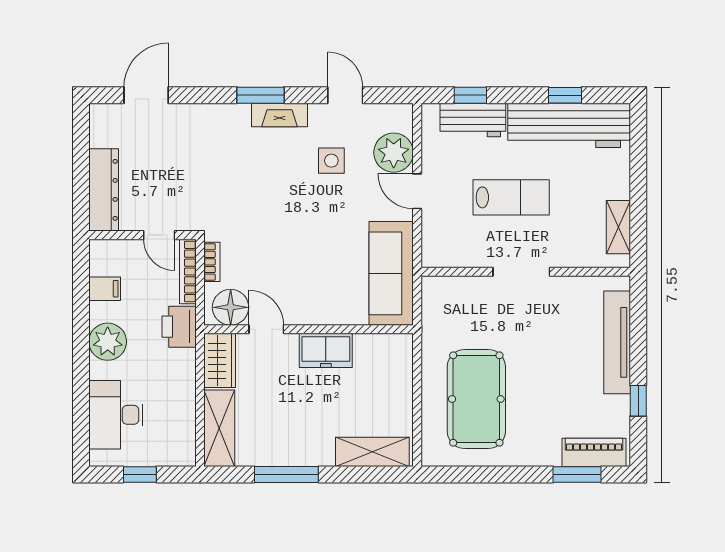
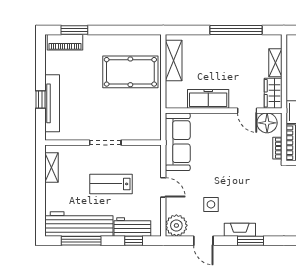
window: (565, 95) -> (81, 241), width x2.17
plant: (394, 153) -> (176, 225), moved
freezer: (326, 350) -> (208, 99), width x1.40
pool table: (476, 399) -> (130, 72), turned 90
window: (638, 401) -> (40, 99), moved
shelving: (219, 428) -> (275, 63), width x0.67, depth x0.75
shelving: (372, 452) -> (174, 60), moved, turned 90
window: (286, 474) -> (236, 30), width x1.46

